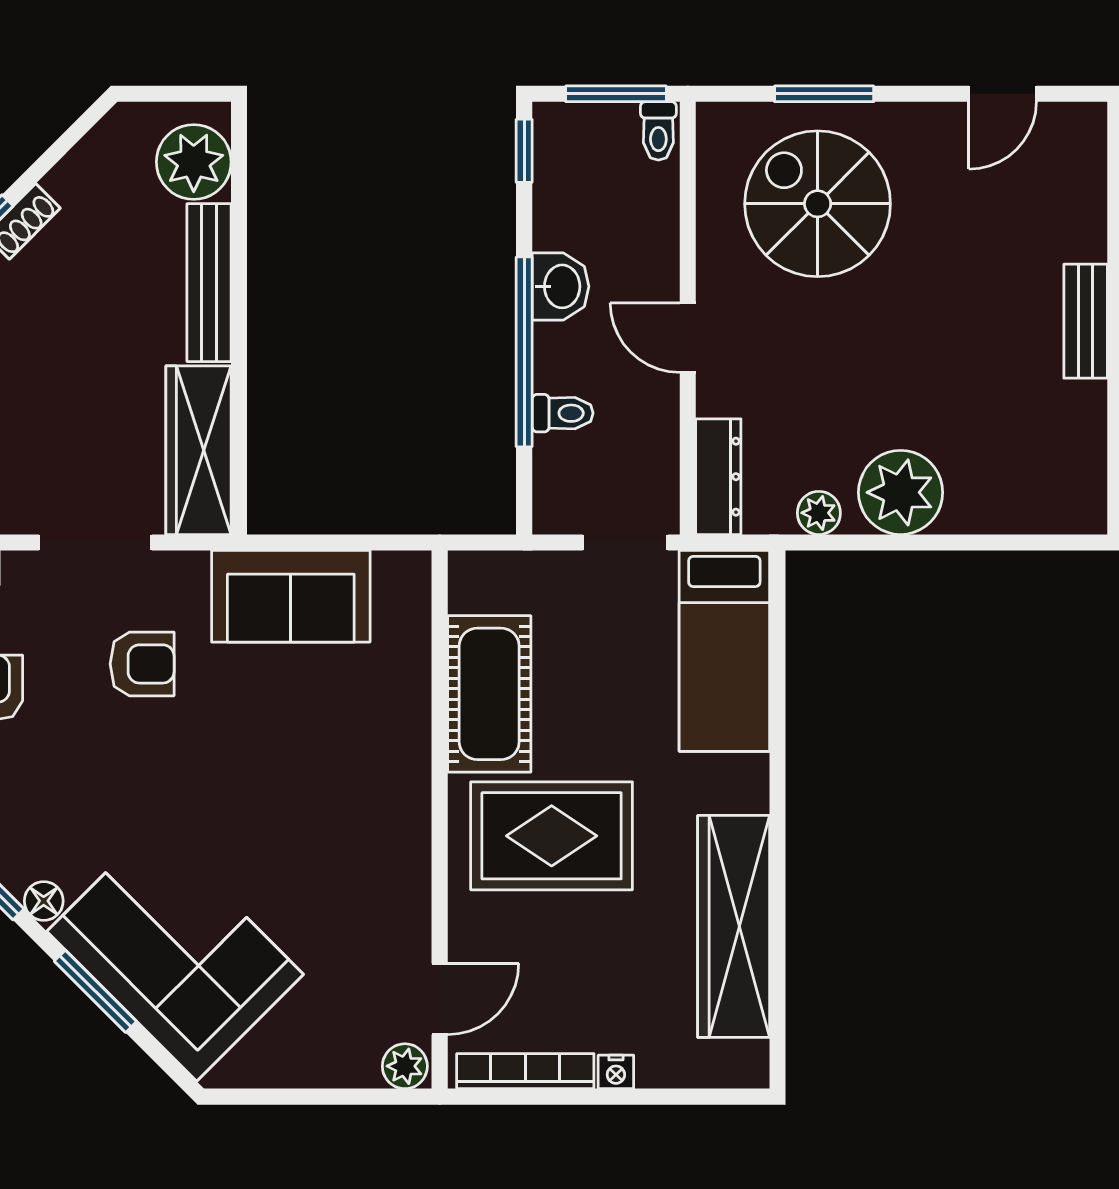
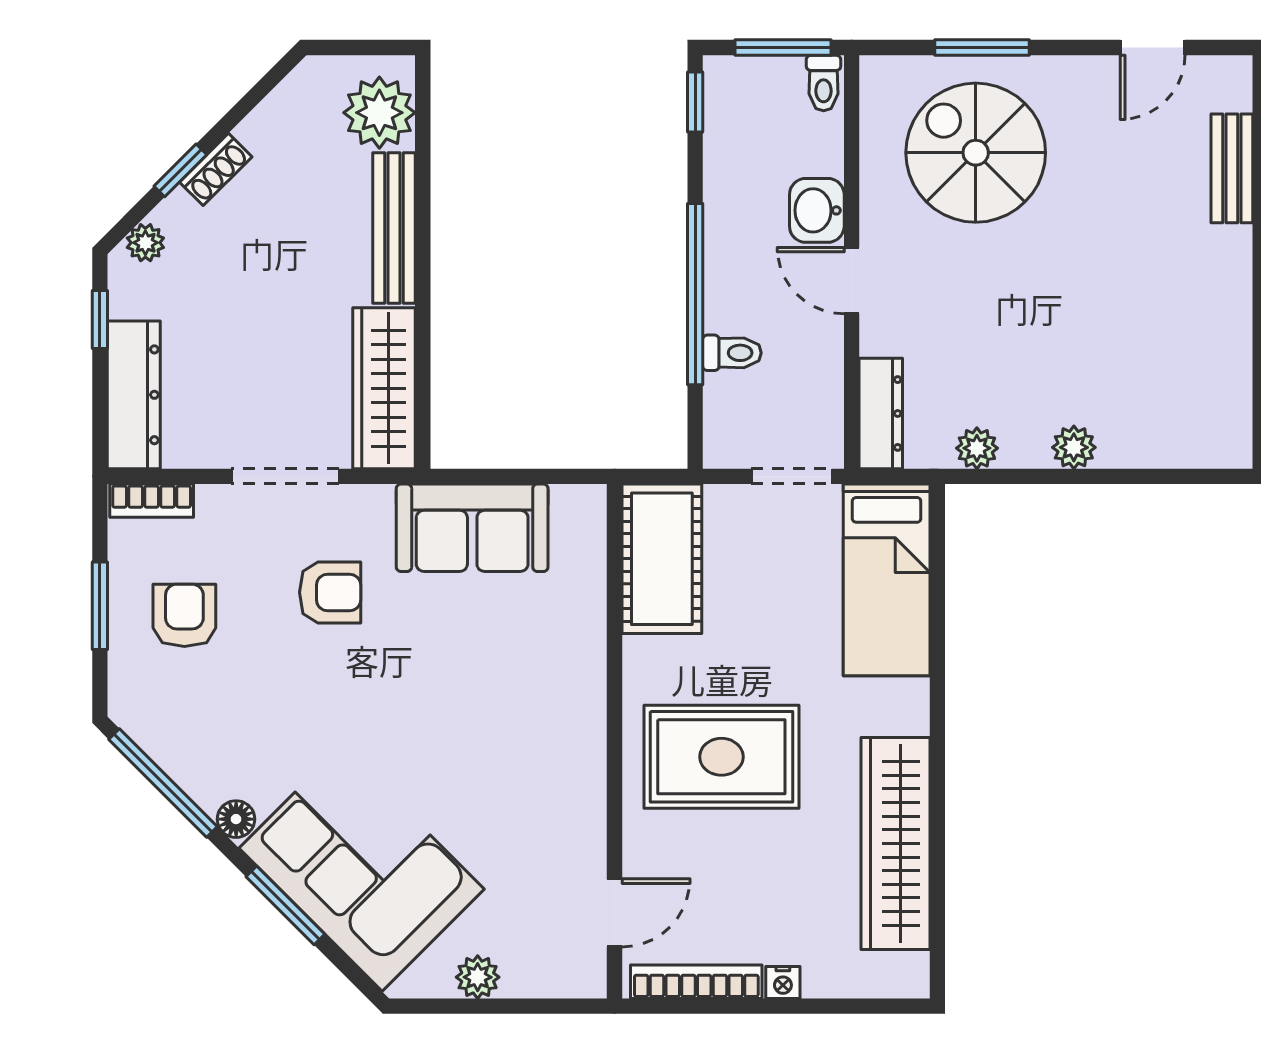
washbasin: (560, 286) -> (817, 210), moved, turned 180
bench: (1086, 321) -> (1232, 168), moved
plant: (901, 492) -> (1074, 447), width x0.53, depth x0.53
cot: (489, 694) -> (662, 559), moved
plant: (405, 1066) -> (478, 977), moved

